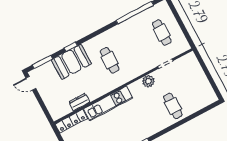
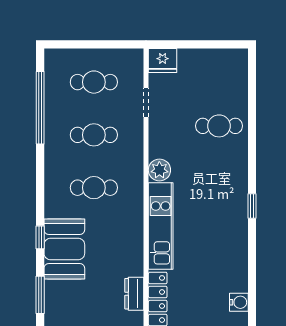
cafe table: (136, 46) -> (94, 135), added
fridge: (190, 61) -> (163, 60), added
plant: (148, 81) -> (159, 170), moved
dresser: (79, 102) -> (134, 294), moved

